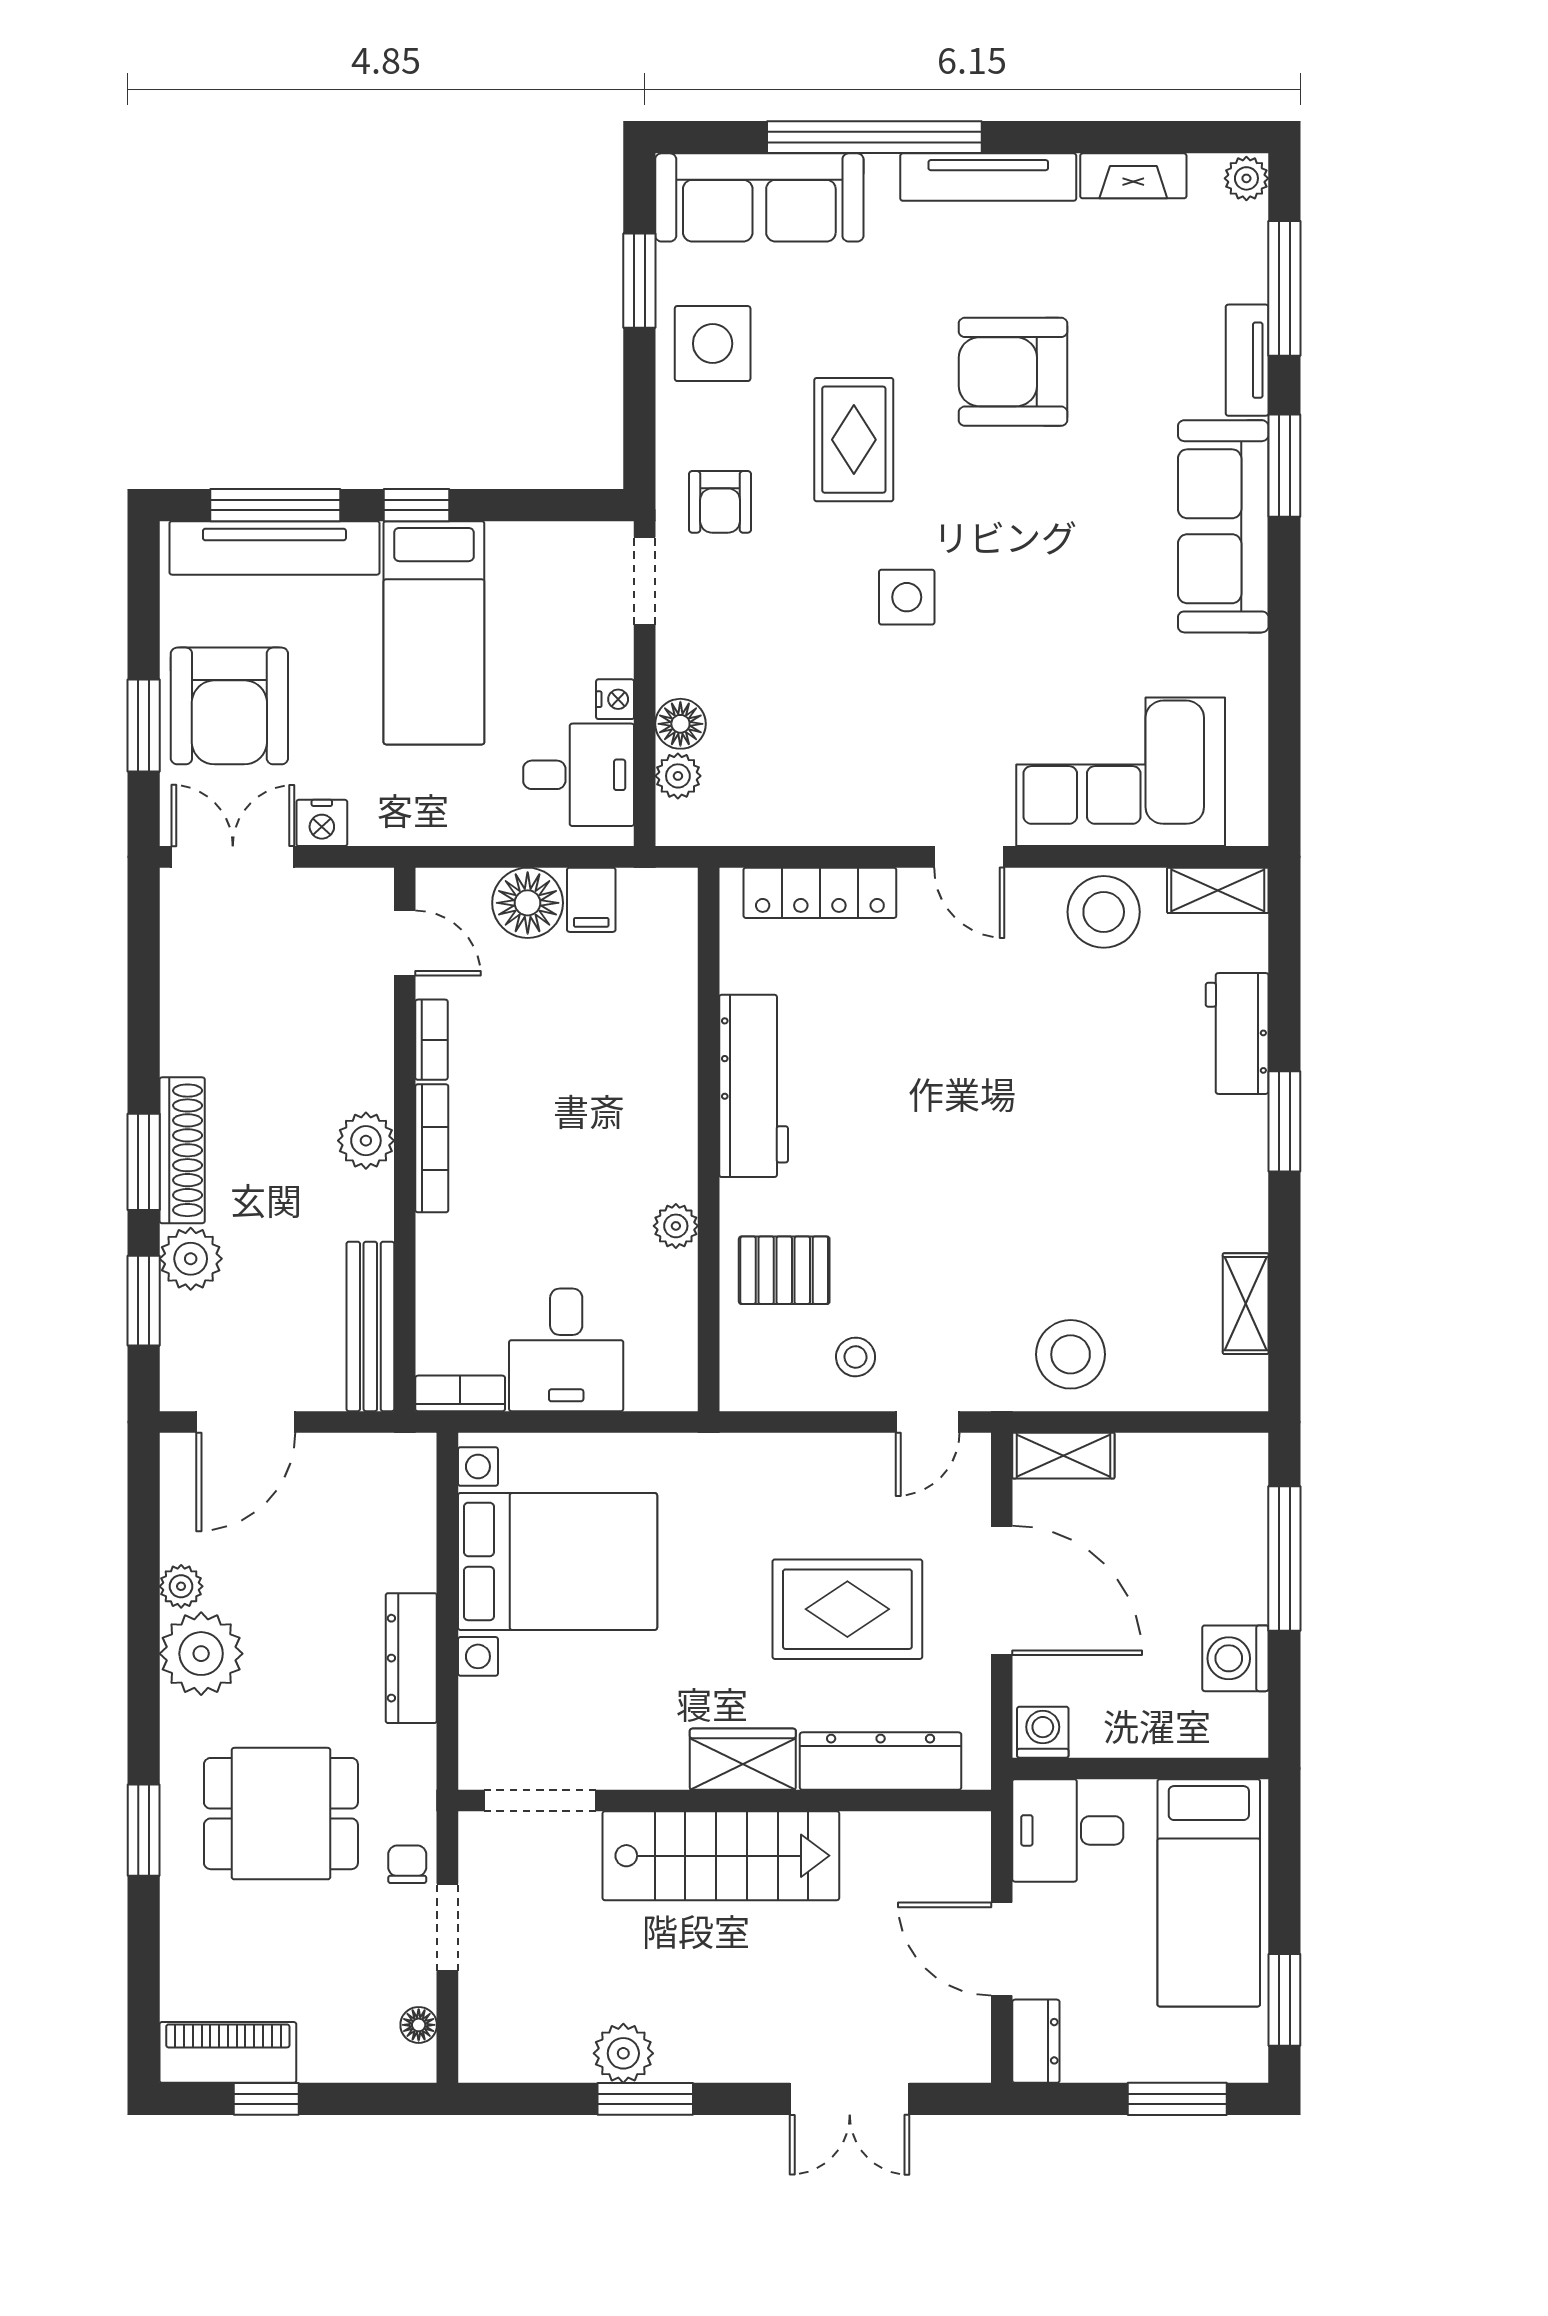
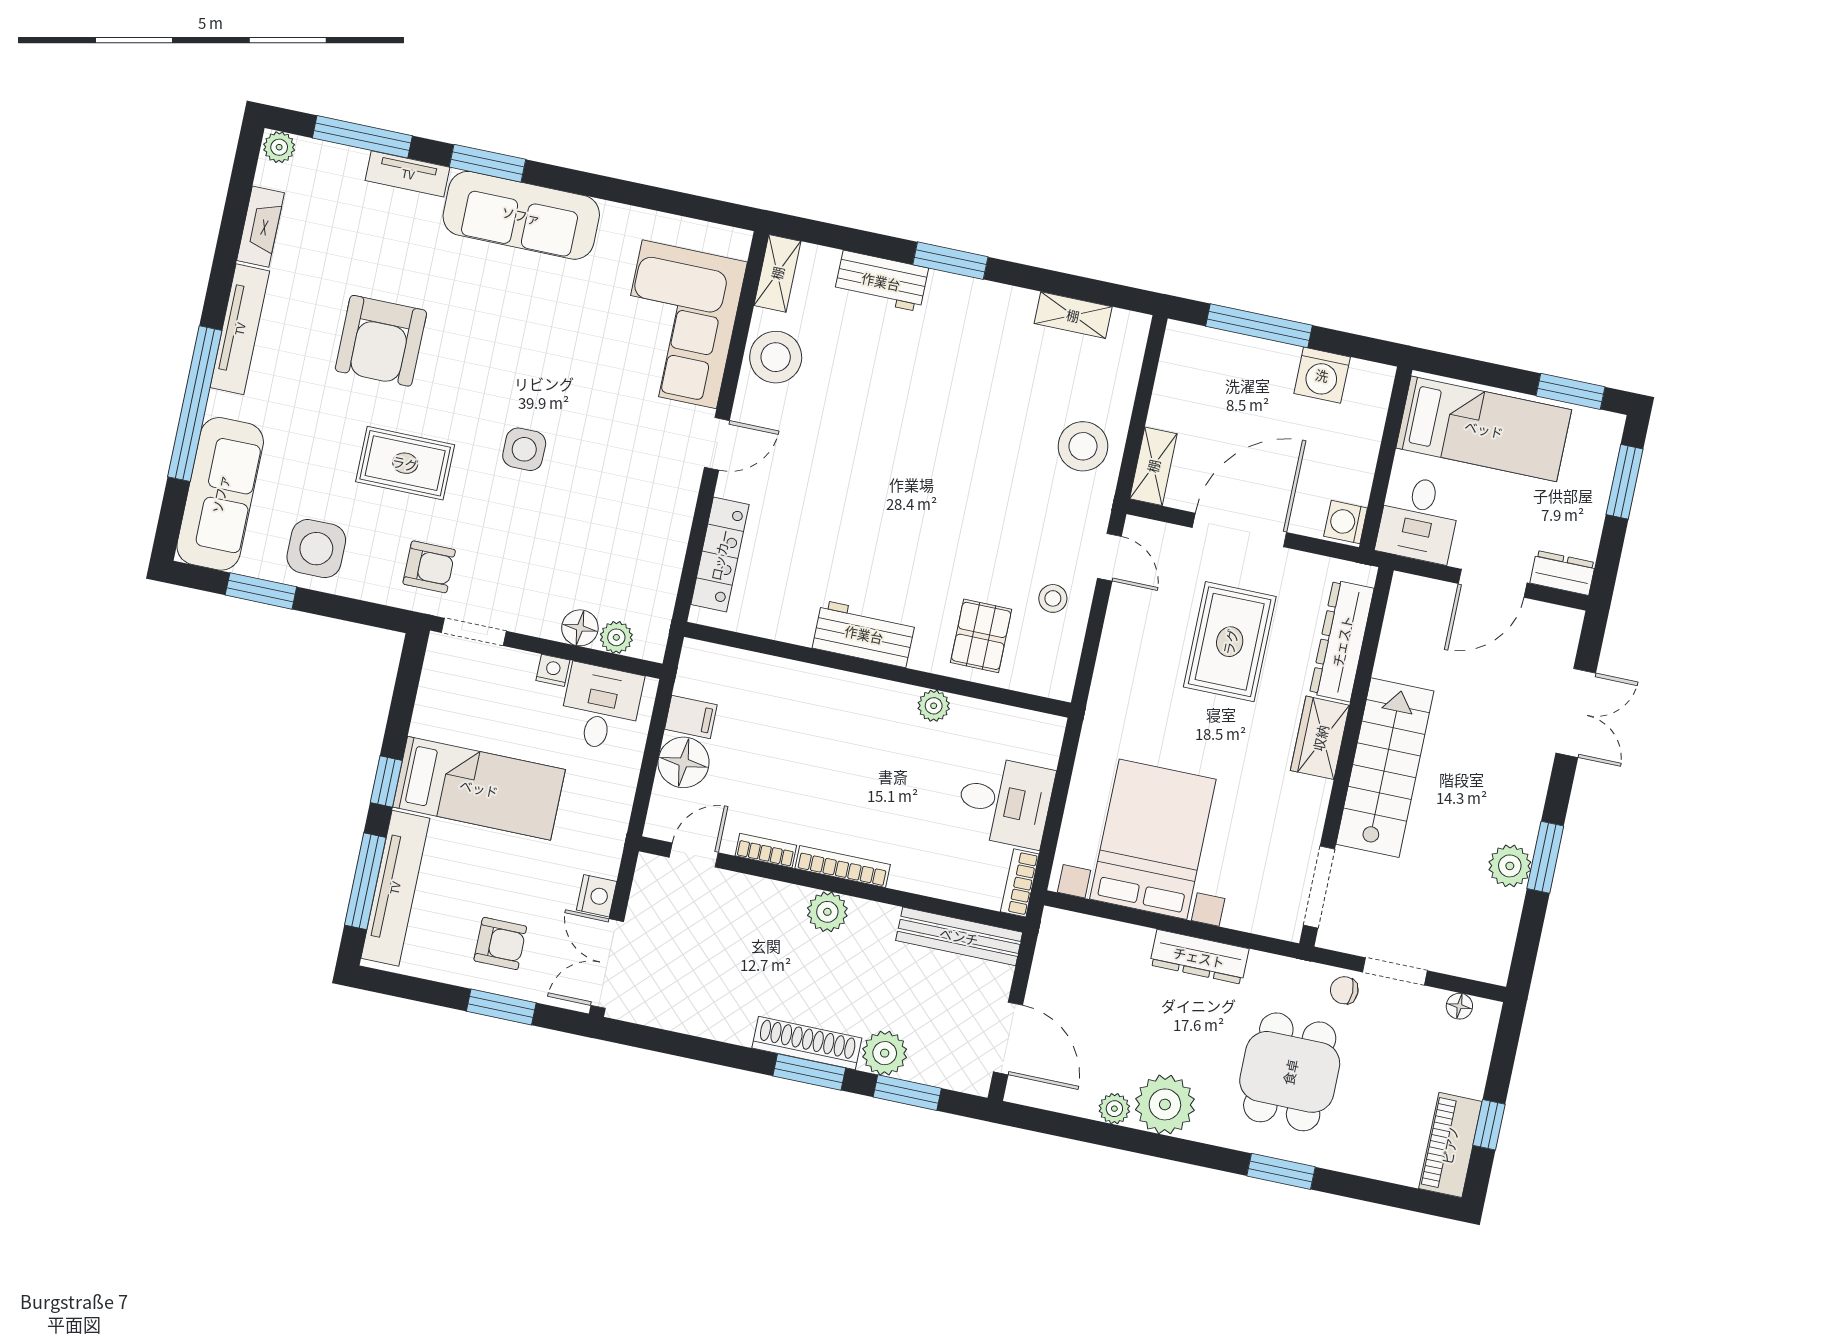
armchair: (229, 706) -> (500, 944), width x0.53, depth x0.53
workbench: (754, 1086) -> (864, 634), width x0.73

